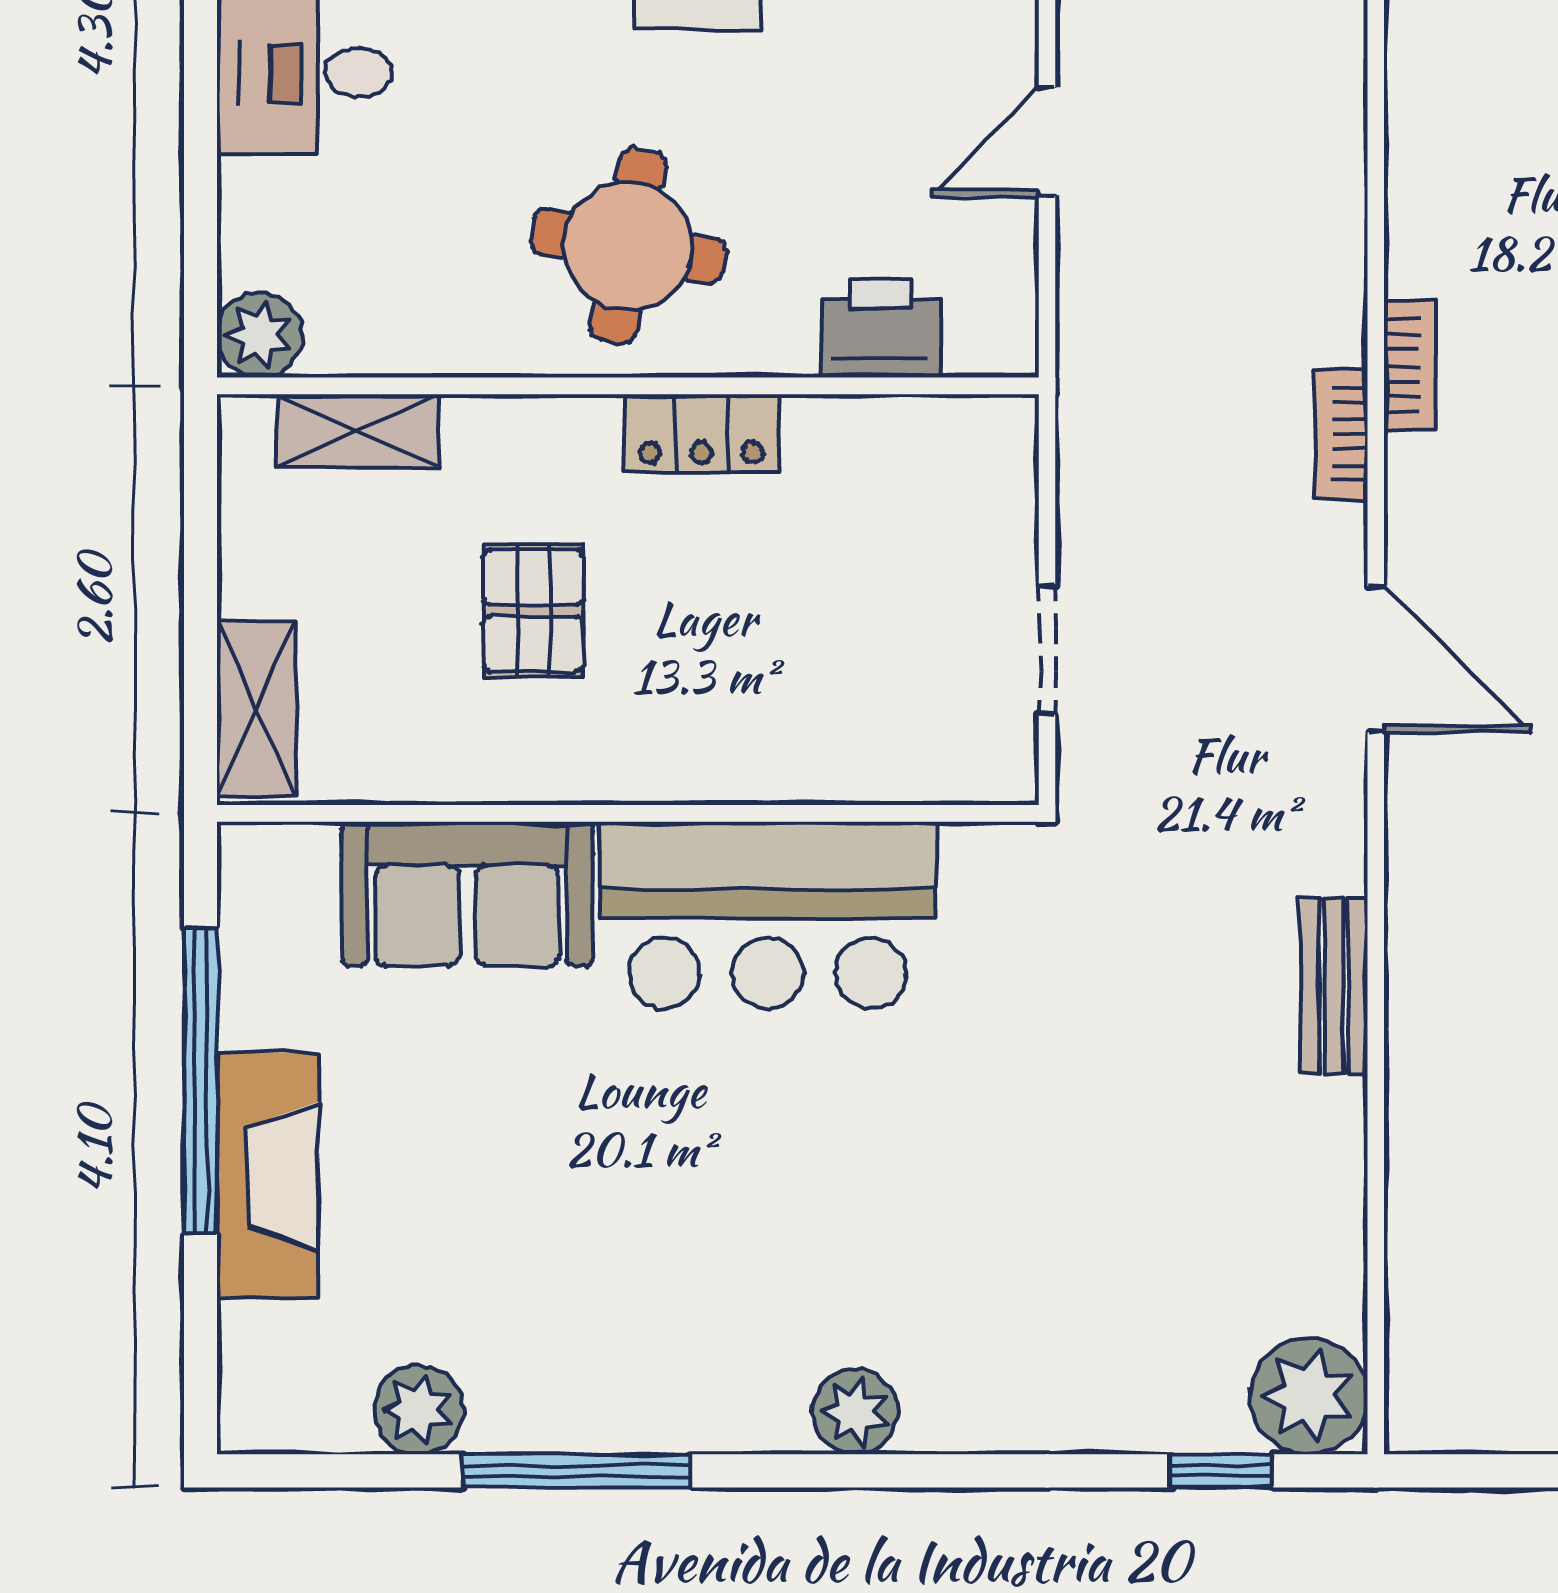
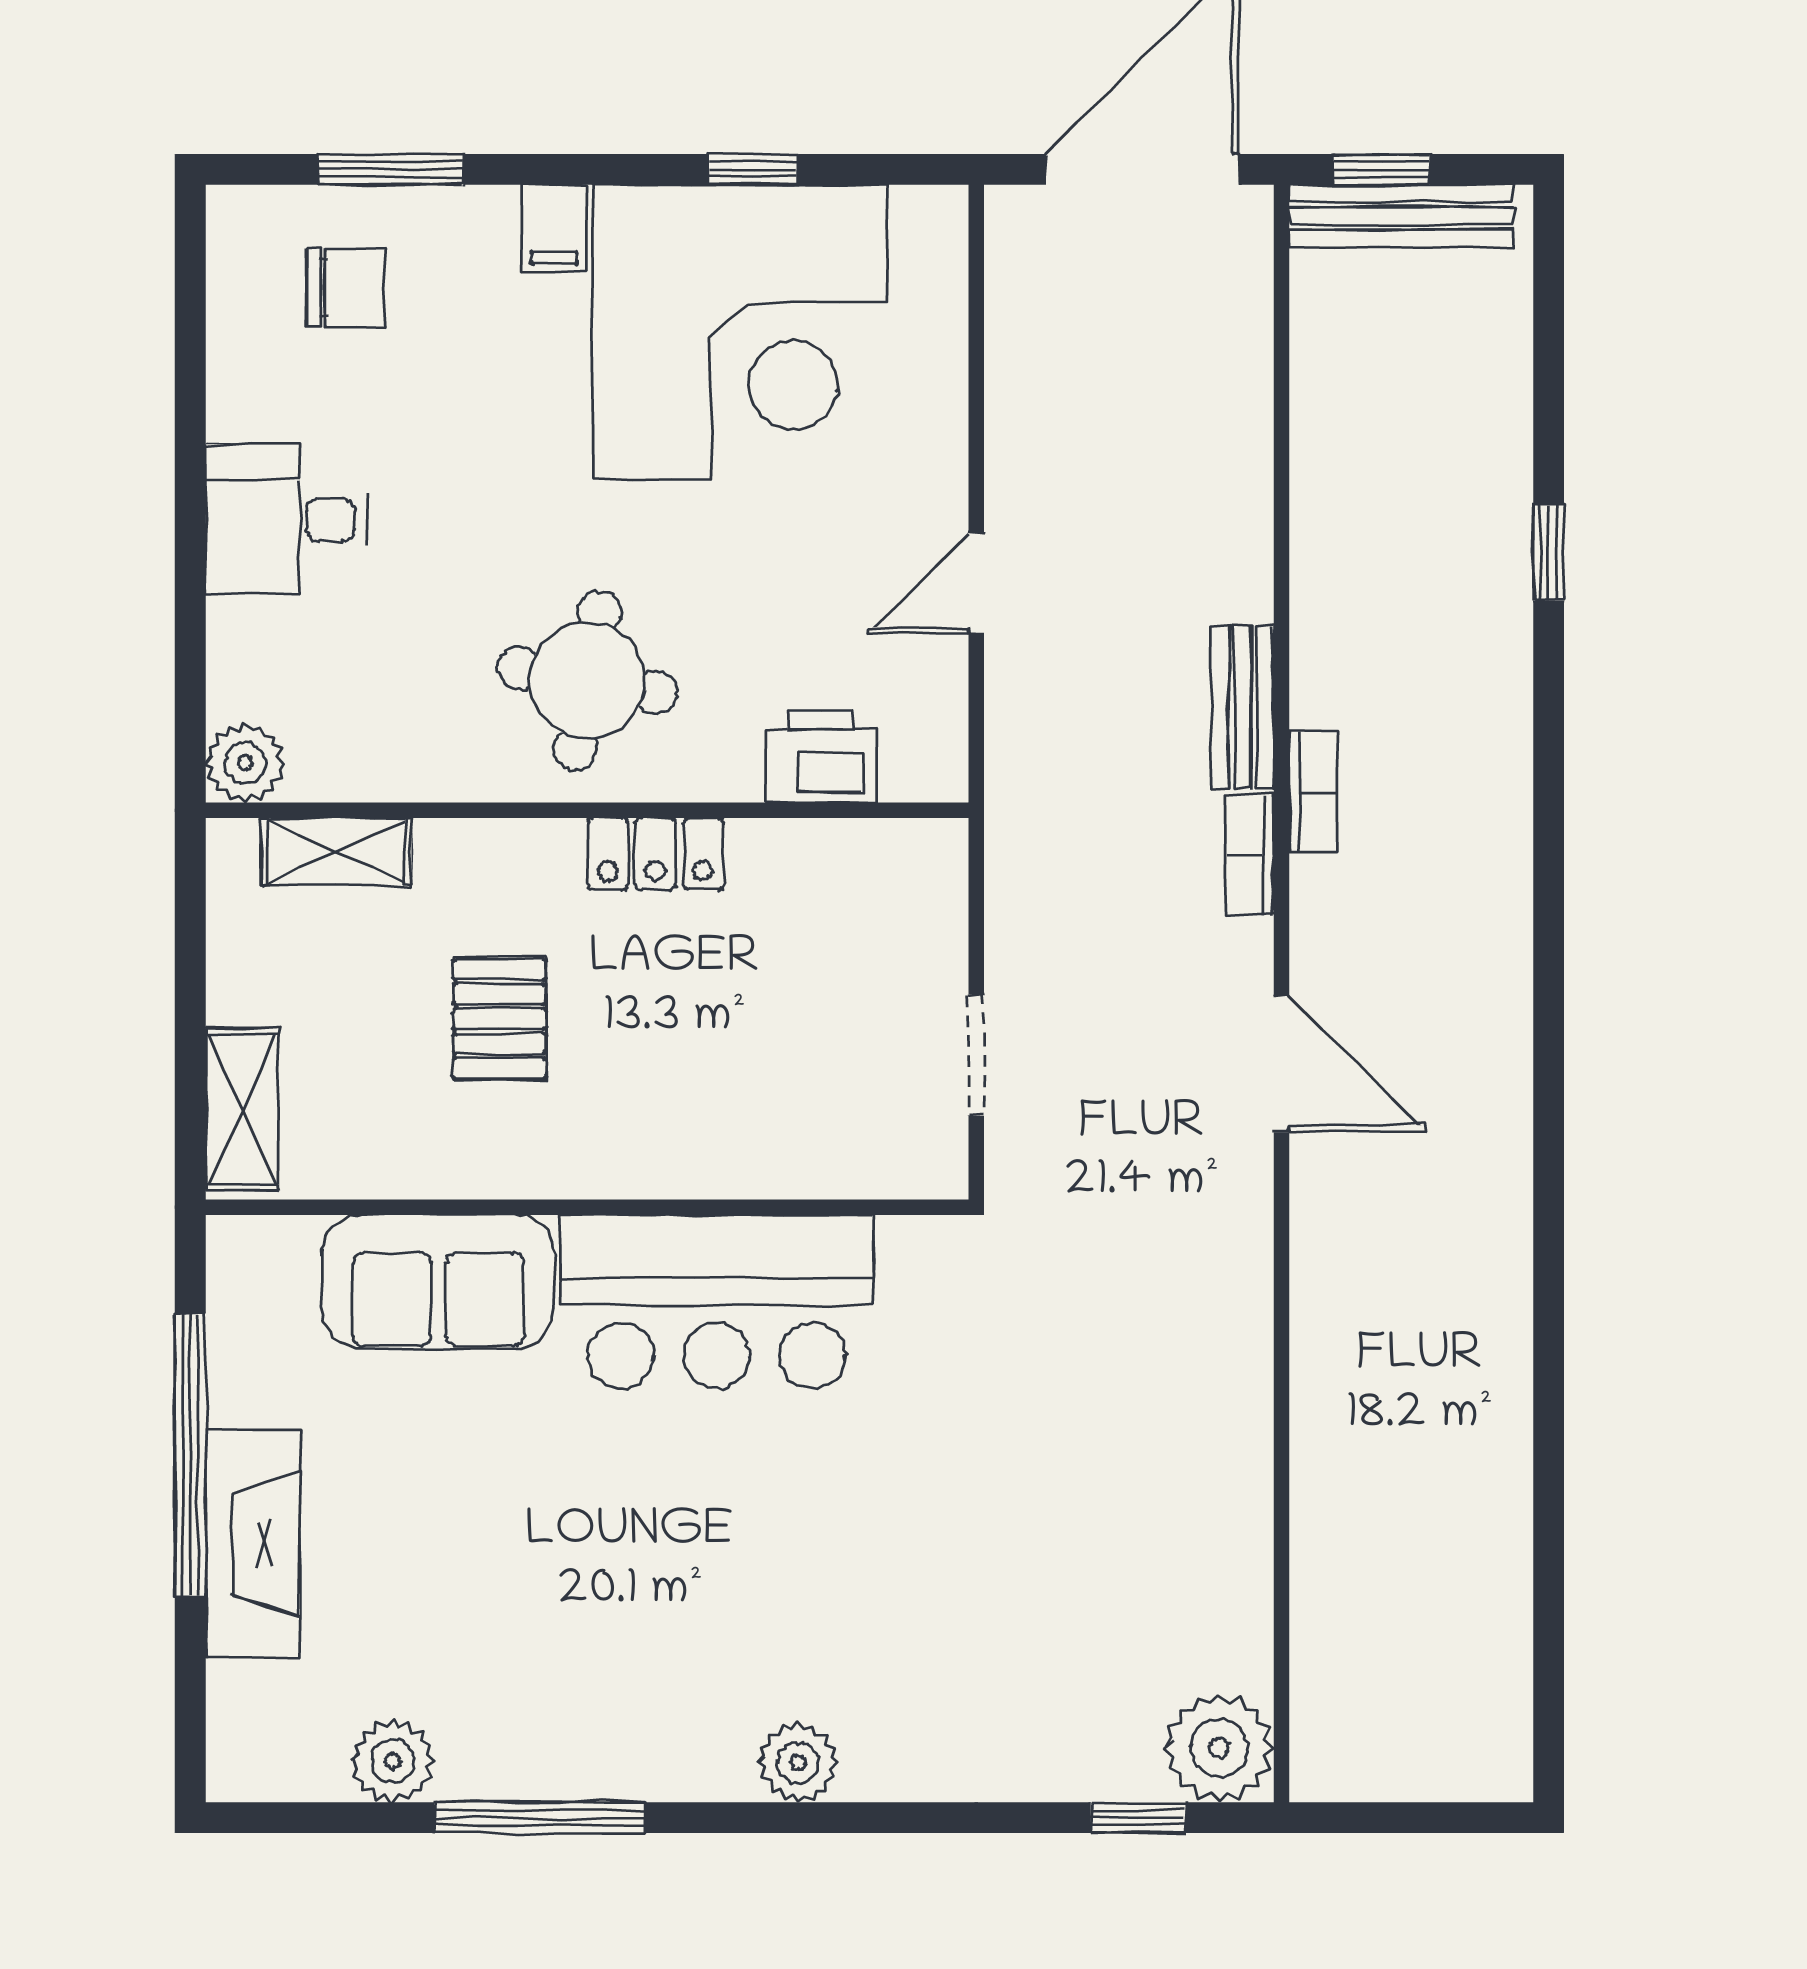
bench: (1334, 986) -> (1243, 707), moved

